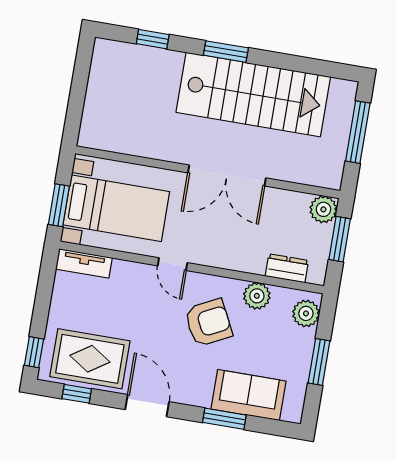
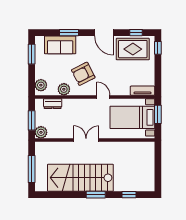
double door: (227, 175) -> (86, 140), width x0.73
window: (319, 362) -> (32, 54), moved

